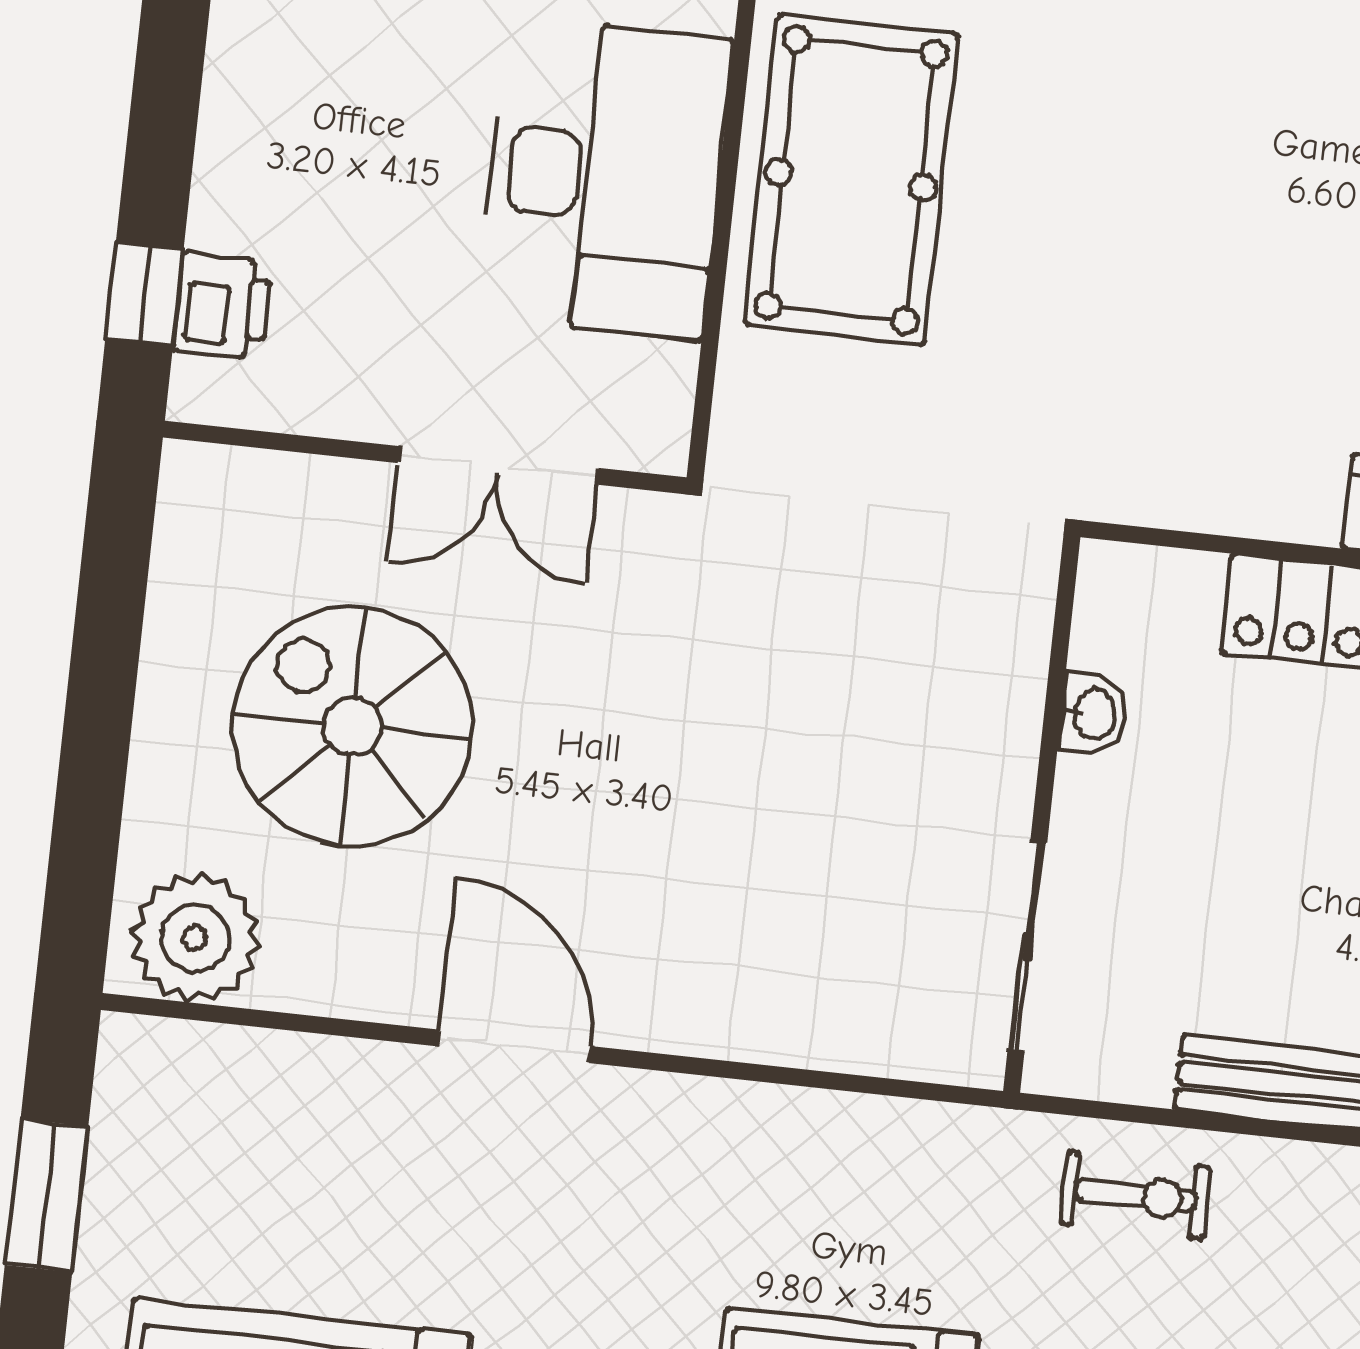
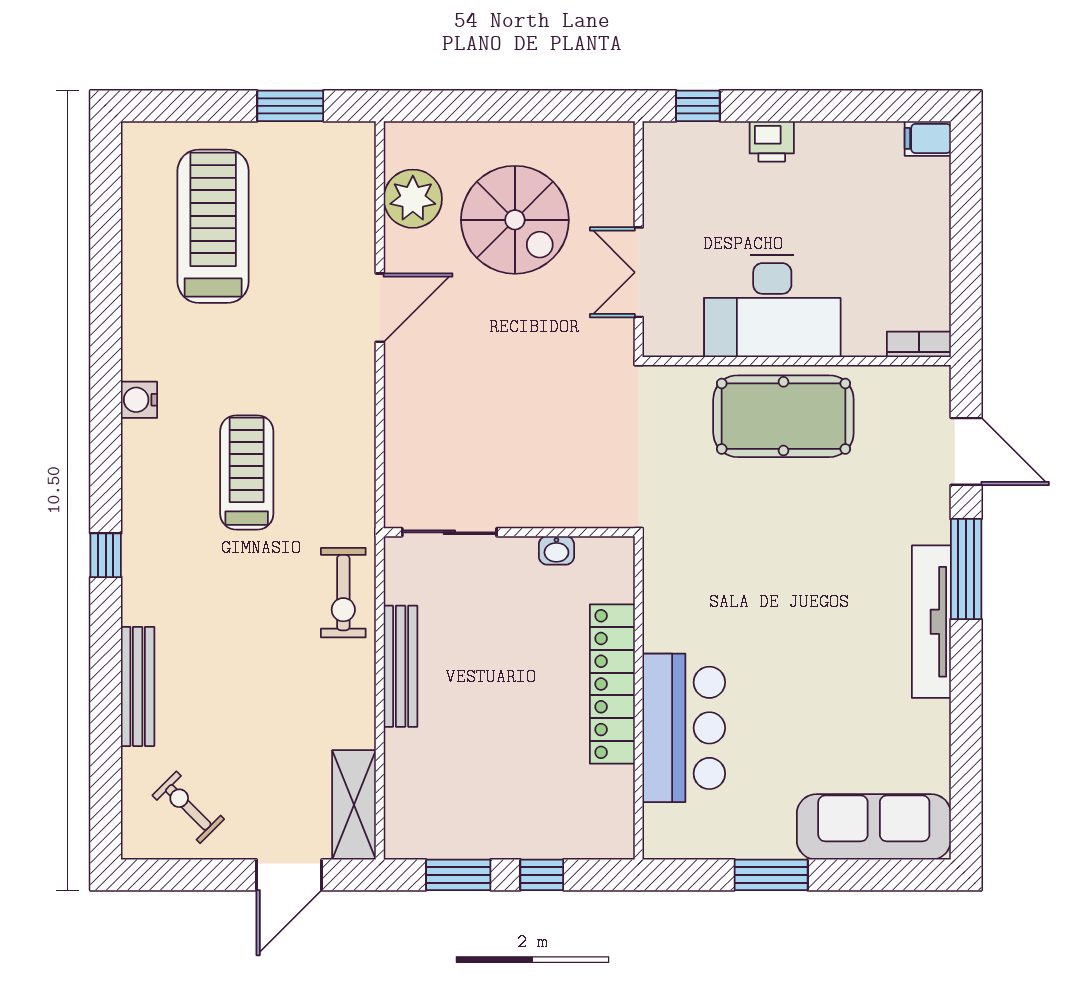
printer: (222, 306) -> (772, 141), moved
spiral stairs: (352, 726) -> (515, 220), turned 90
plant: (195, 938) -> (413, 199), moved
exercise bike: (1135, 1195) -> (343, 593), width x1.38, depth x1.39

